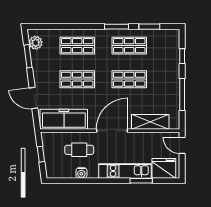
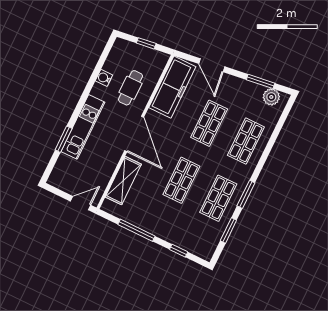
door: (34, 98) -> (212, 65), swing flipped
fridge: (164, 168) -> (65, 171), removed

